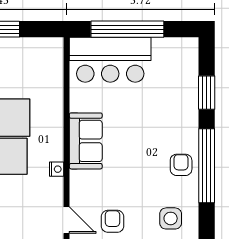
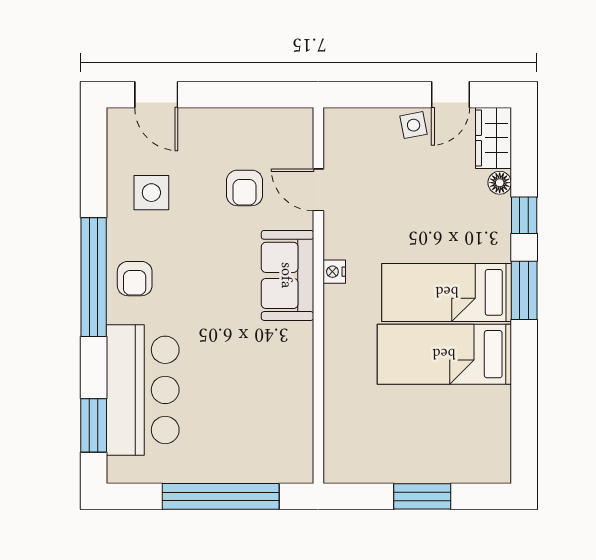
bar counter: (110, 60) -> (143, 390), moved, turned 90
window: (207, 93) -> (94, 425), moved
sofa: (86, 141) -> (287, 275), moved

